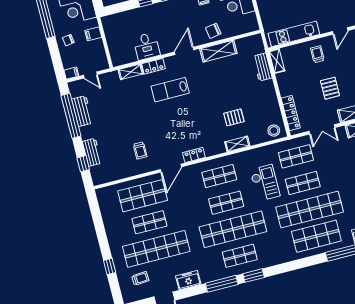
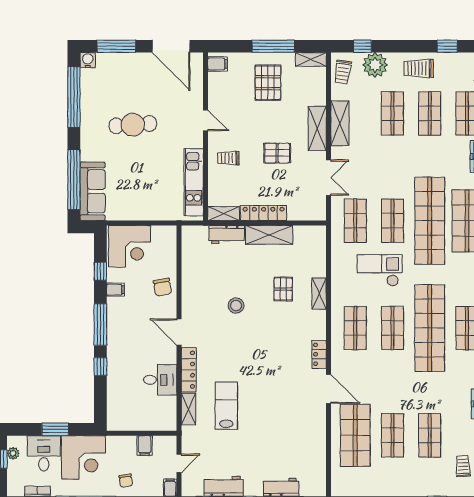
filing cabinet: (93, 34) -> (145, 446), moved
shelving: (218, 51) -> (269, 235), moved, turned 90
locker: (154, 66) -> (189, 370), width x1.53
lab bench: (170, 90) -> (226, 406), moved, turned 180
locker: (291, 113) -> (264, 213), moved
stool: (274, 131) -> (236, 306), moved
trolley: (140, 151) -> (295, 423), removed
shop shelf: (156, 249) -> (430, 435), width x0.50, depth x0.74

